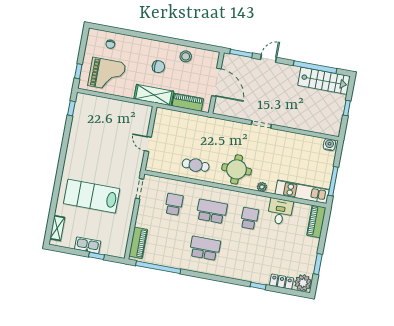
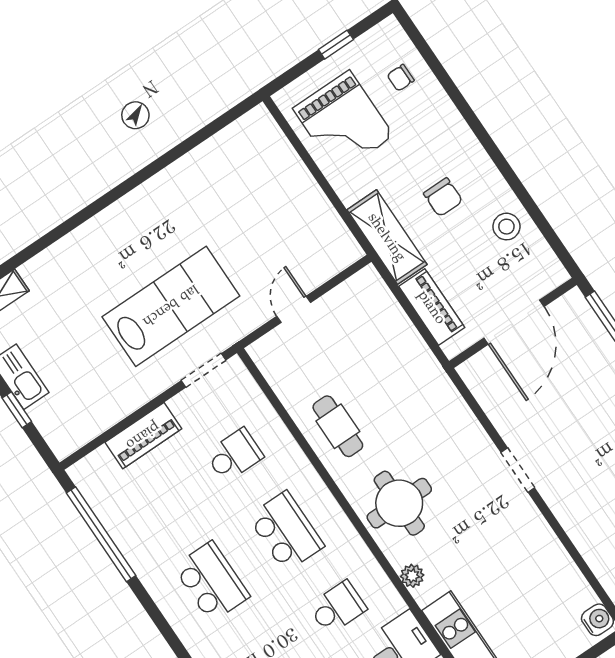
window: (78, 71) -> (336, 45), moved
window: (71, 108) -> (226, 119), removed
lab bench: (92, 196) -> (171, 306), moved, turned 90
piano: (138, 243) -> (143, 436), moved

